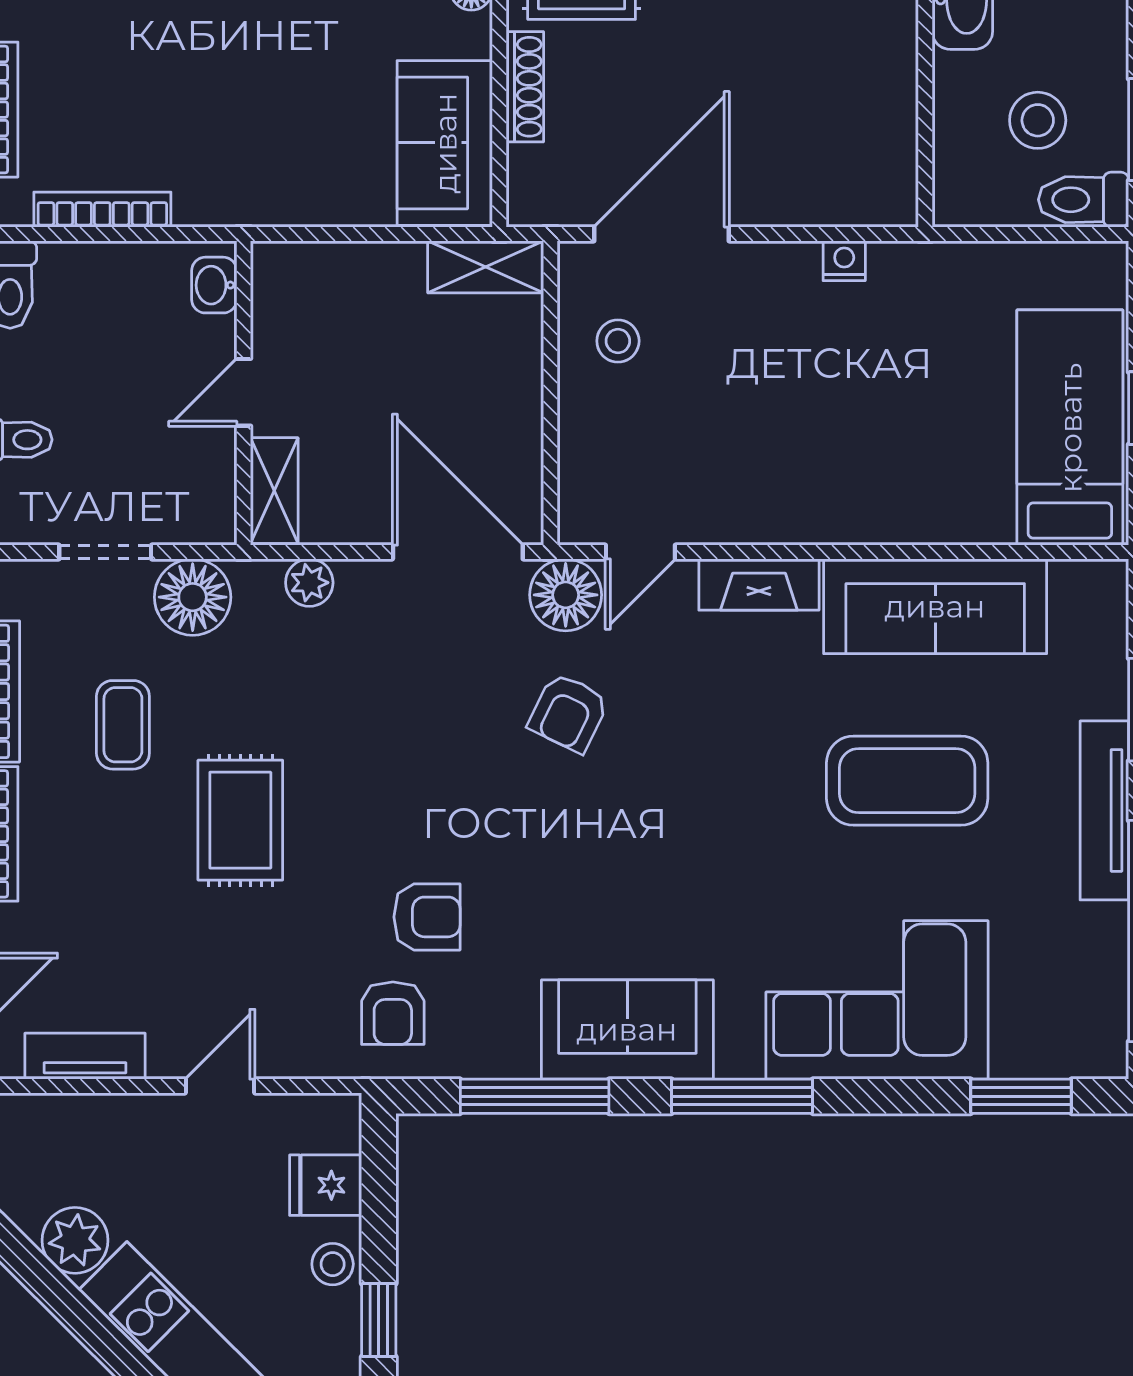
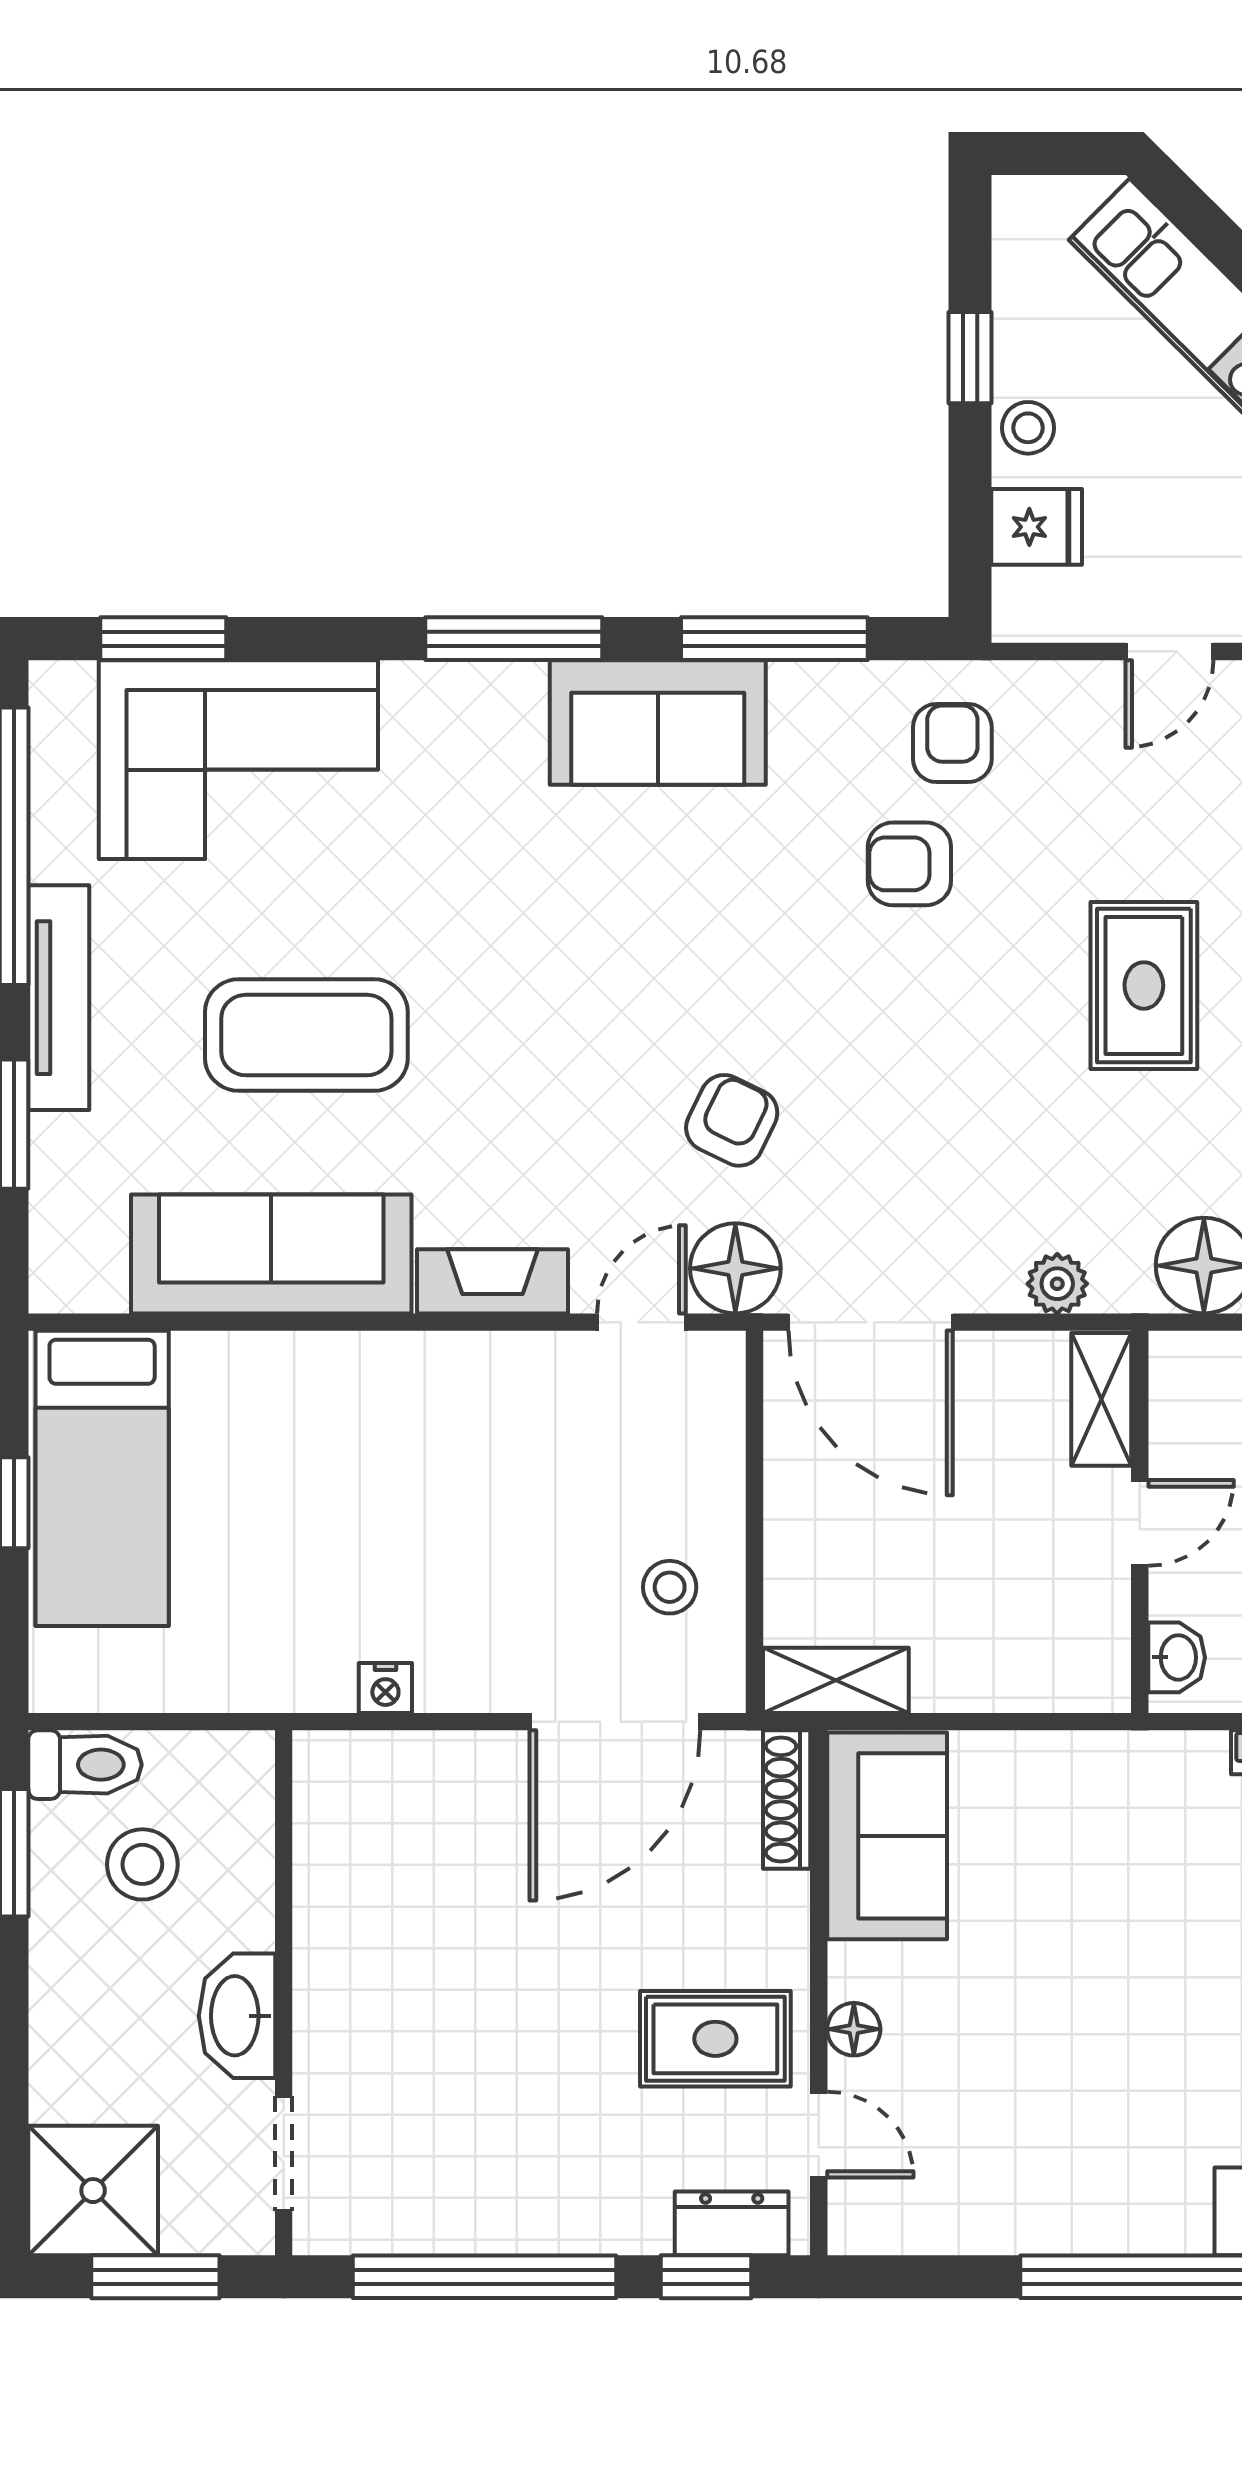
shoe rack: (525, 87) -> (787, 1800), moved
corner sofa: (877, 1000) -> (238, 760), moved

